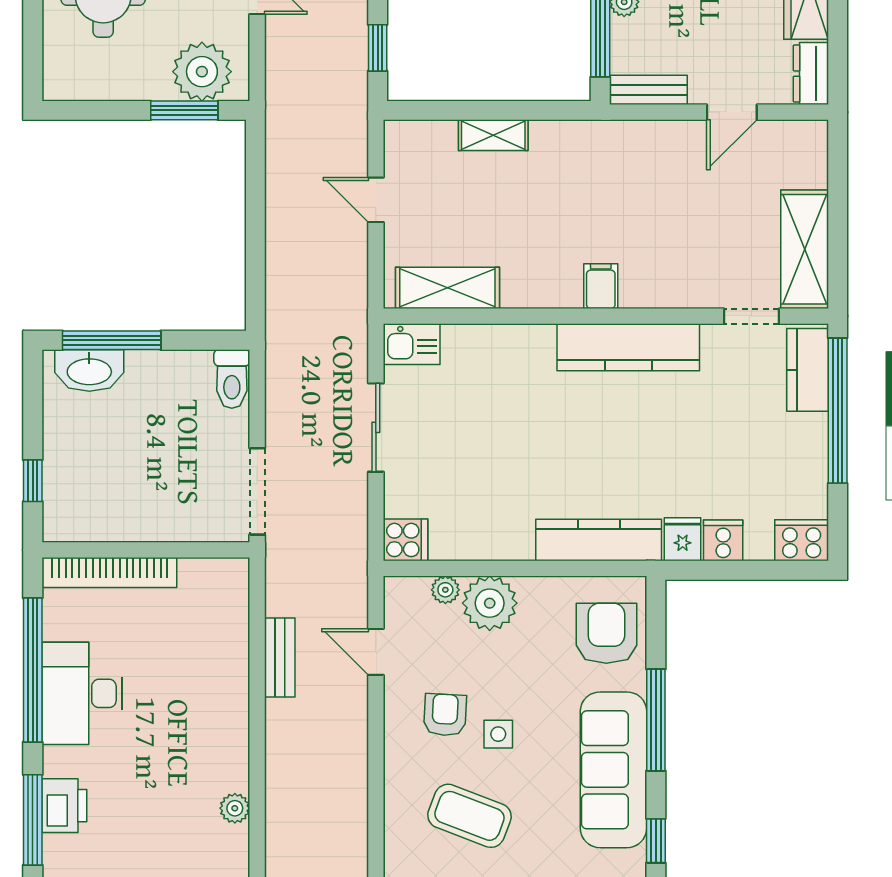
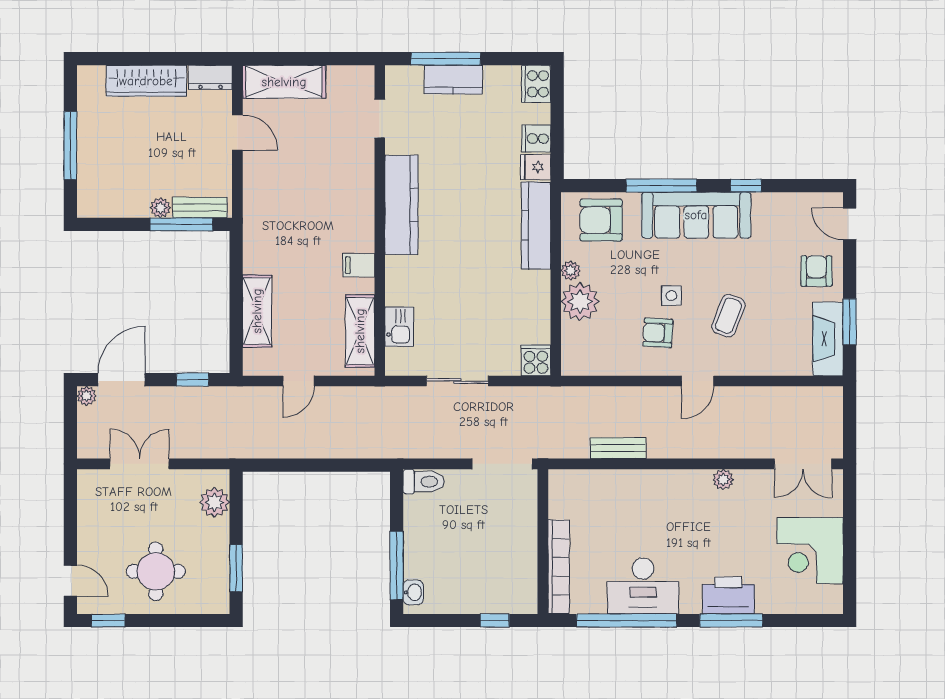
plant: (202, 72) -> (215, 502), width x0.73, depth x0.73
bench: (648, 90) -> (200, 208), moved, turned 90
window: (184, 110) -> (236, 568), moved
shelving: (493, 135) -> (257, 311), width x1.50, depth x1.33
shelving: (805, 249) -> (284, 82), moved
filing cabinet: (601, 286) -> (359, 265), moved
kitchen sink: (412, 344) -> (399, 327), moved
kitchen counter: (808, 370) -> (453, 80), moved
washbasin: (89, 371) -> (413, 592), width x0.52, depth x0.69
window: (838, 411) -> (446, 59), width x0.68
plant: (445, 590) -> (571, 271), moved
door: (376, 652) -> (698, 381), moved
printer: (64, 806) -> (728, 595), width x1.37, depth x1.19
coffee table: (469, 816) -> (728, 316), width x0.73, depth x0.77

